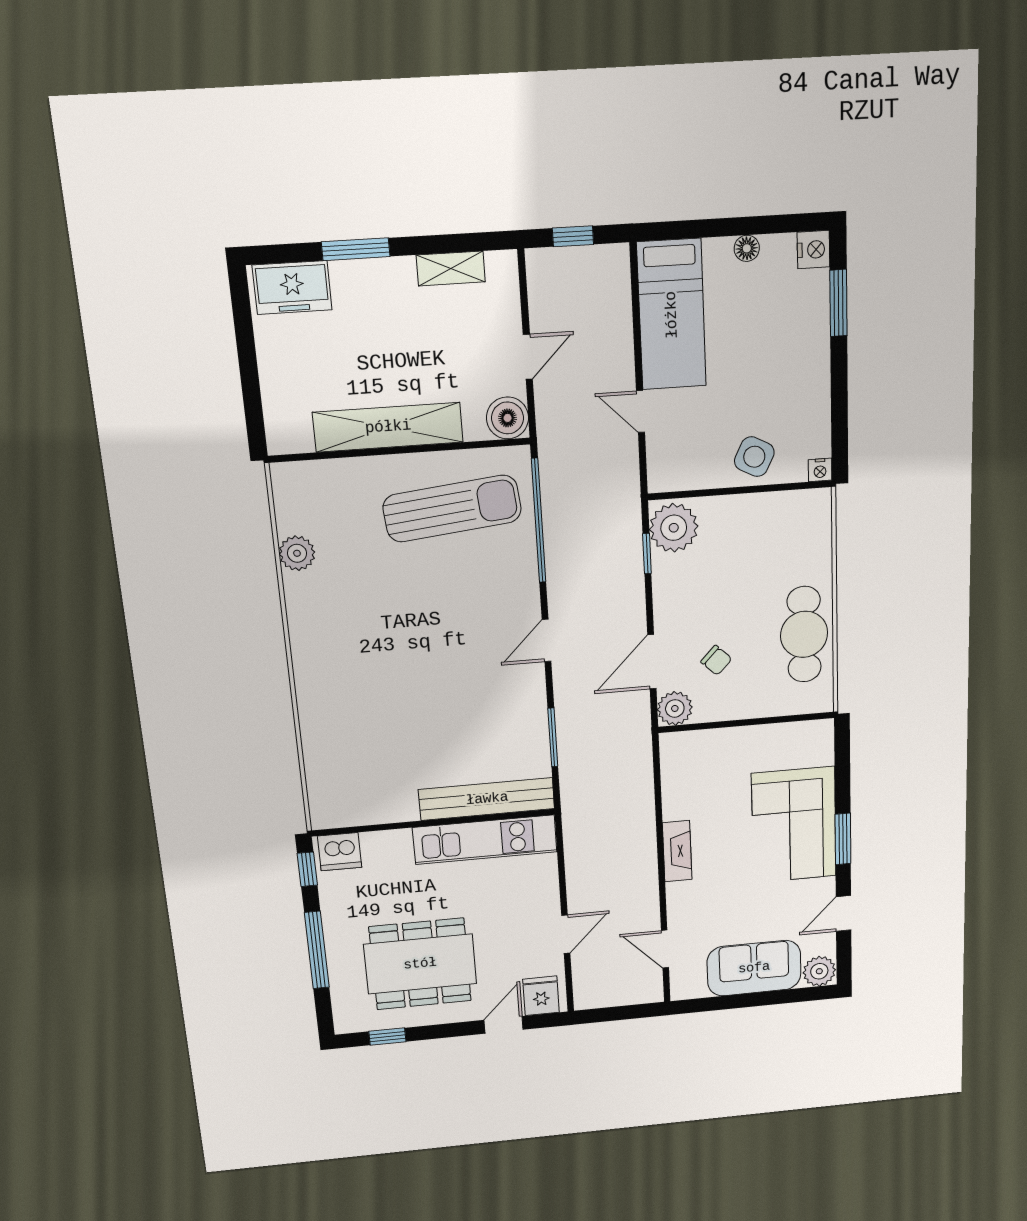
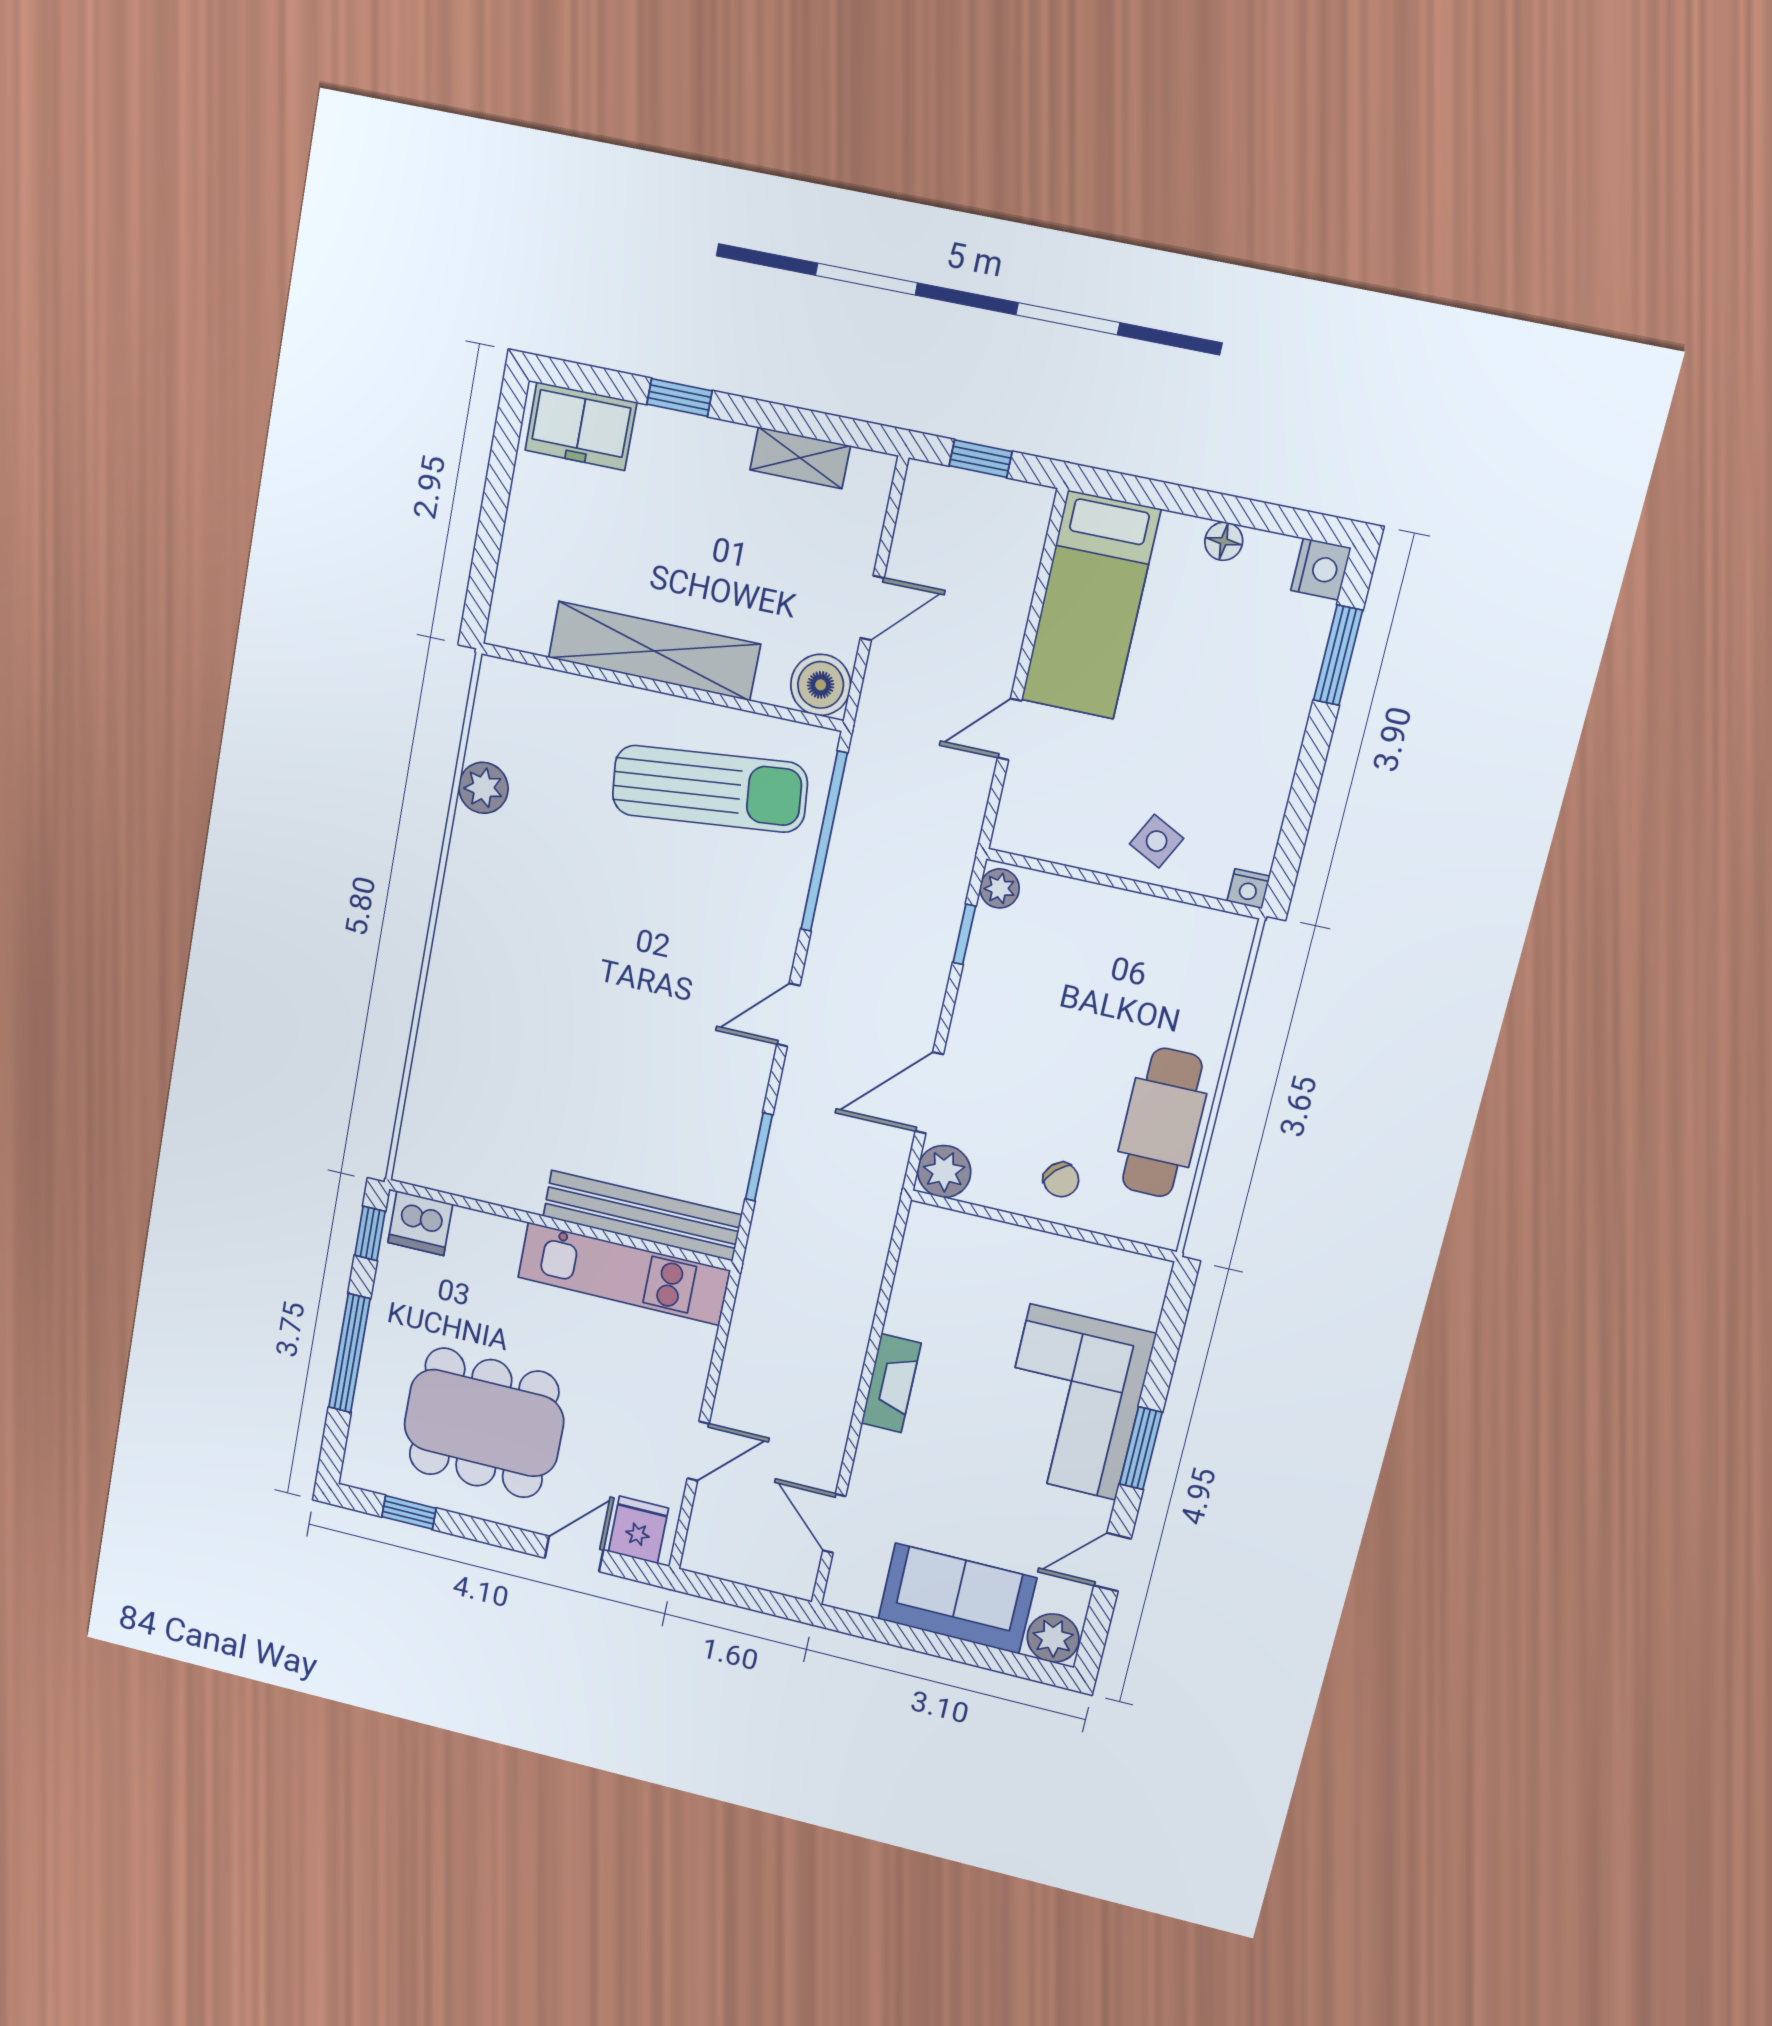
window: (356, 249) -> (679, 398), width x0.67
door: (641, 412) -> (1010, 729), hinge flipped
side table: (754, 457) -> (1157, 841), width x0.73, depth x0.73
plant: (674, 528) -> (1000, 888), width x0.53, depth x0.53
chair: (716, 660) -> (1061, 1180), moved

